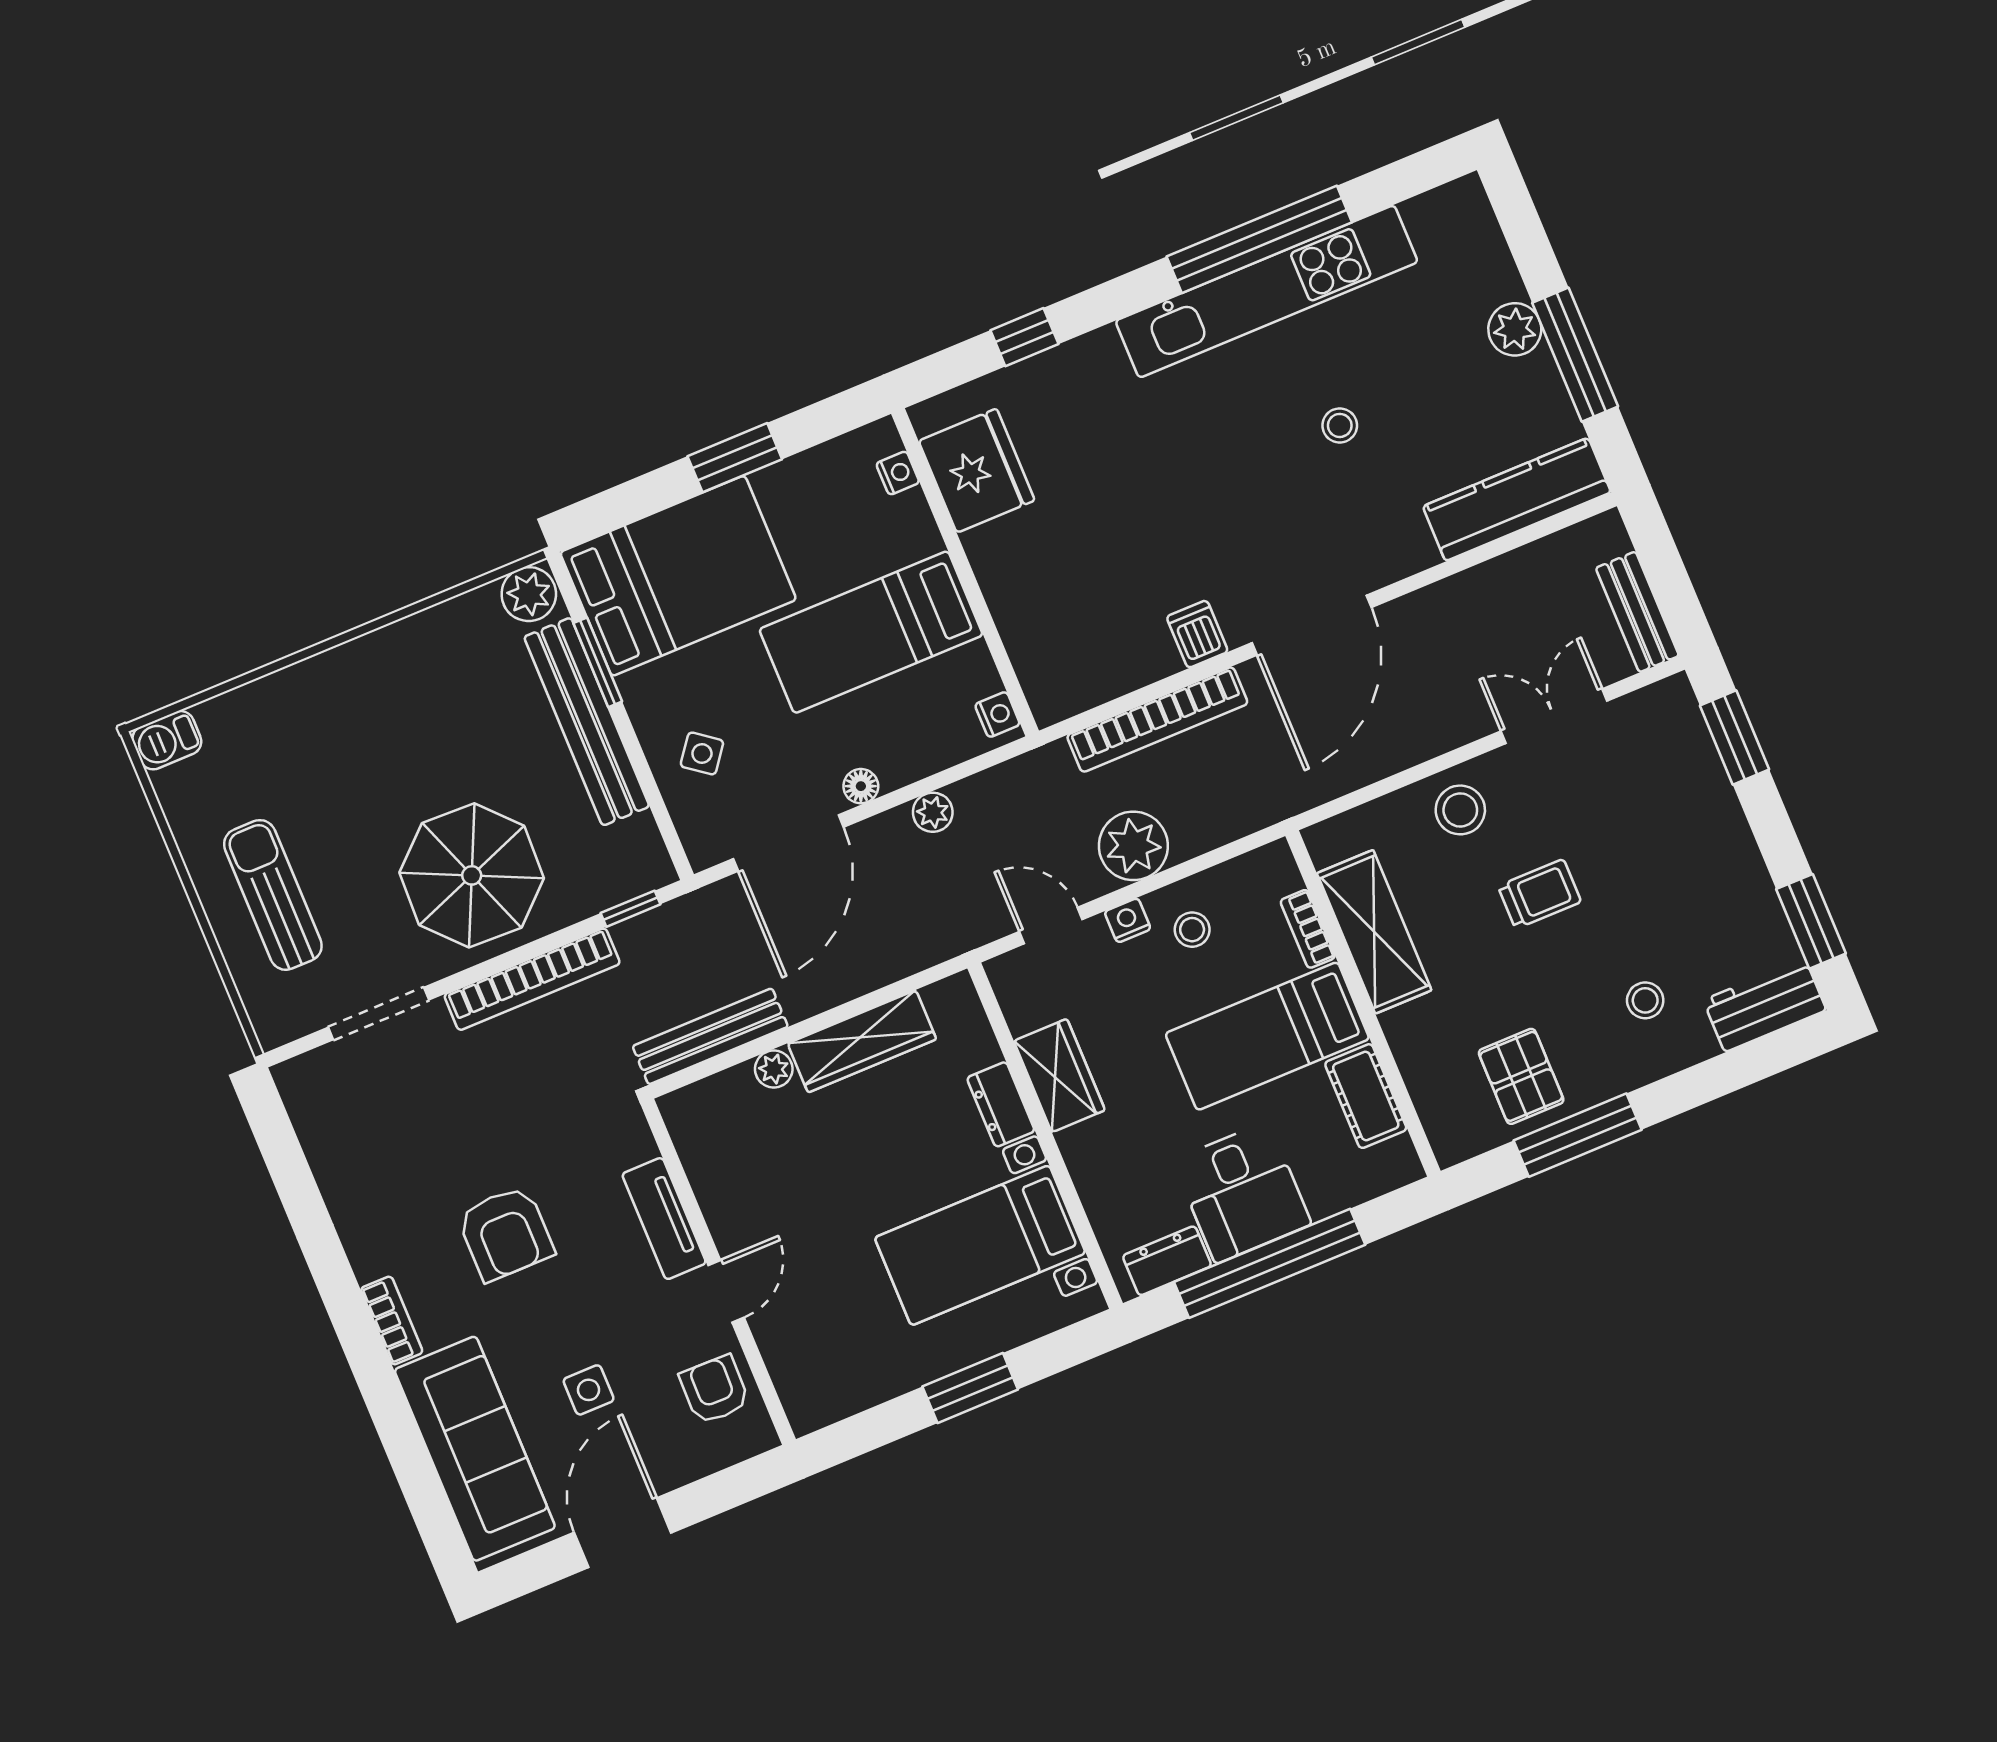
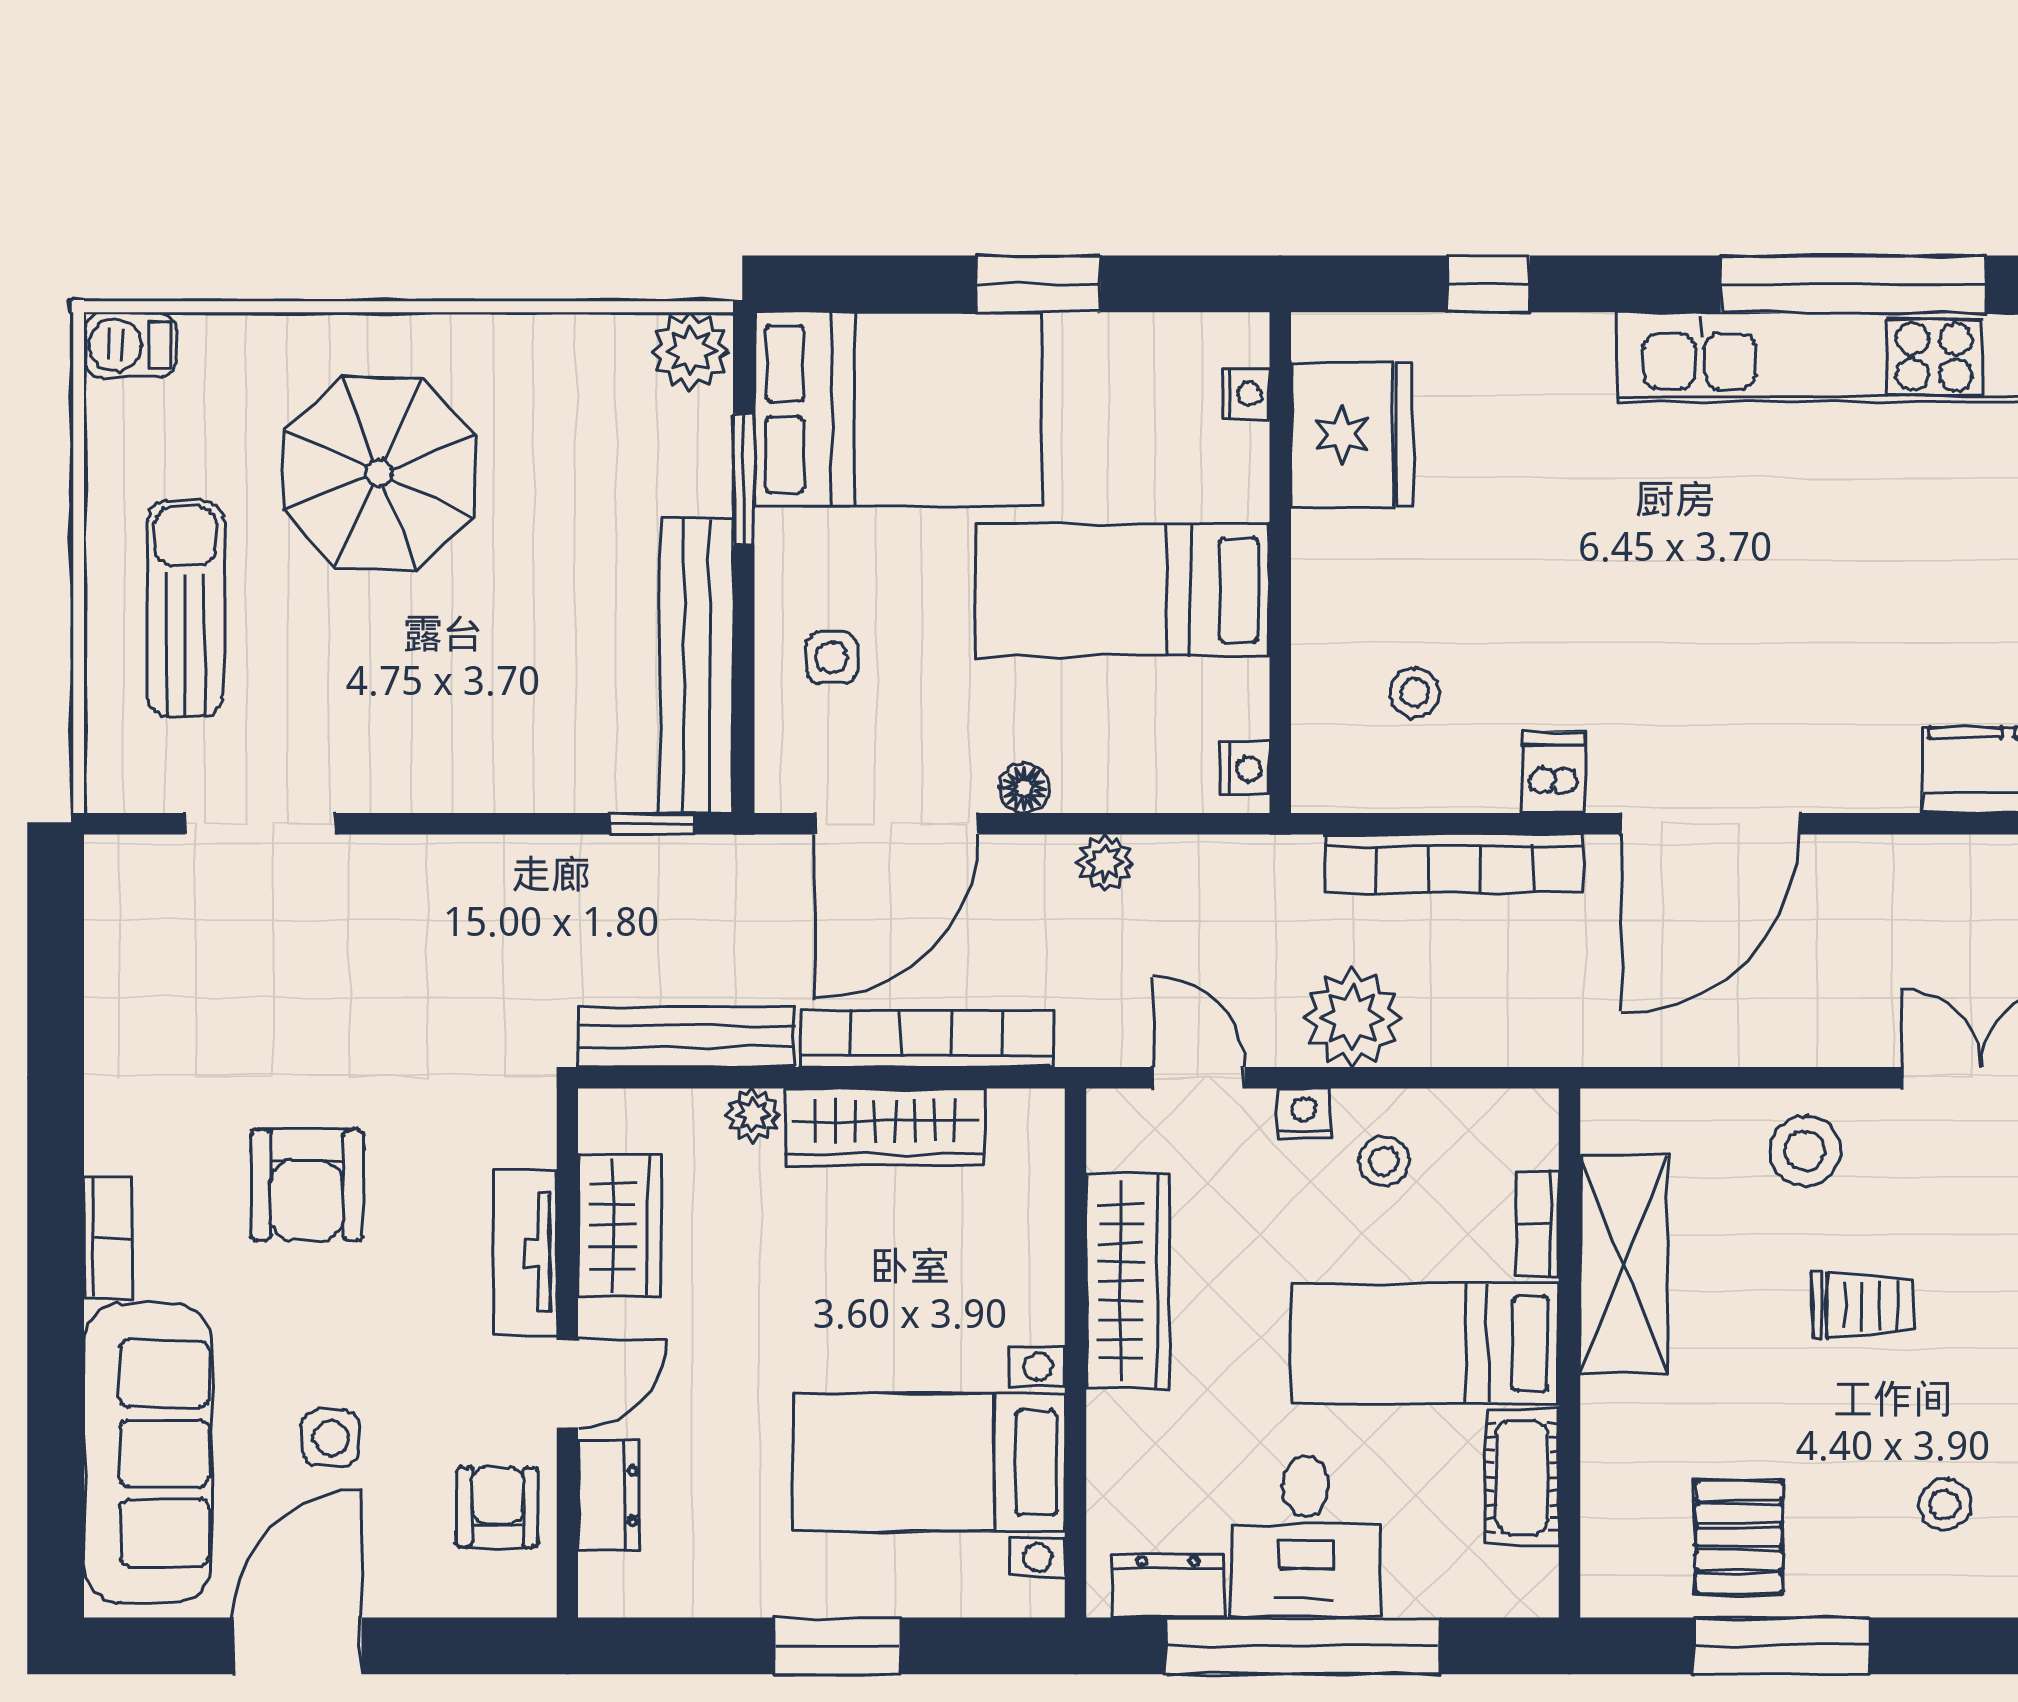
stool: (1340, 425) -> (1415, 693), moved
bench: (587, 722) -> (697, 666), moved
side table: (702, 753) -> (832, 658), turned -37
parasol: (472, 875) -> (379, 473), moved
bookcase: (532, 979) -> (927, 1039), moved, turned 180
wardrobe: (1059, 1076) -> (1128, 1281), width x1.50
dresser: (1001, 1104) -> (609, 1496), moved, turned 180
wardrobe: (717, 1176) -> (619, 1225), added

